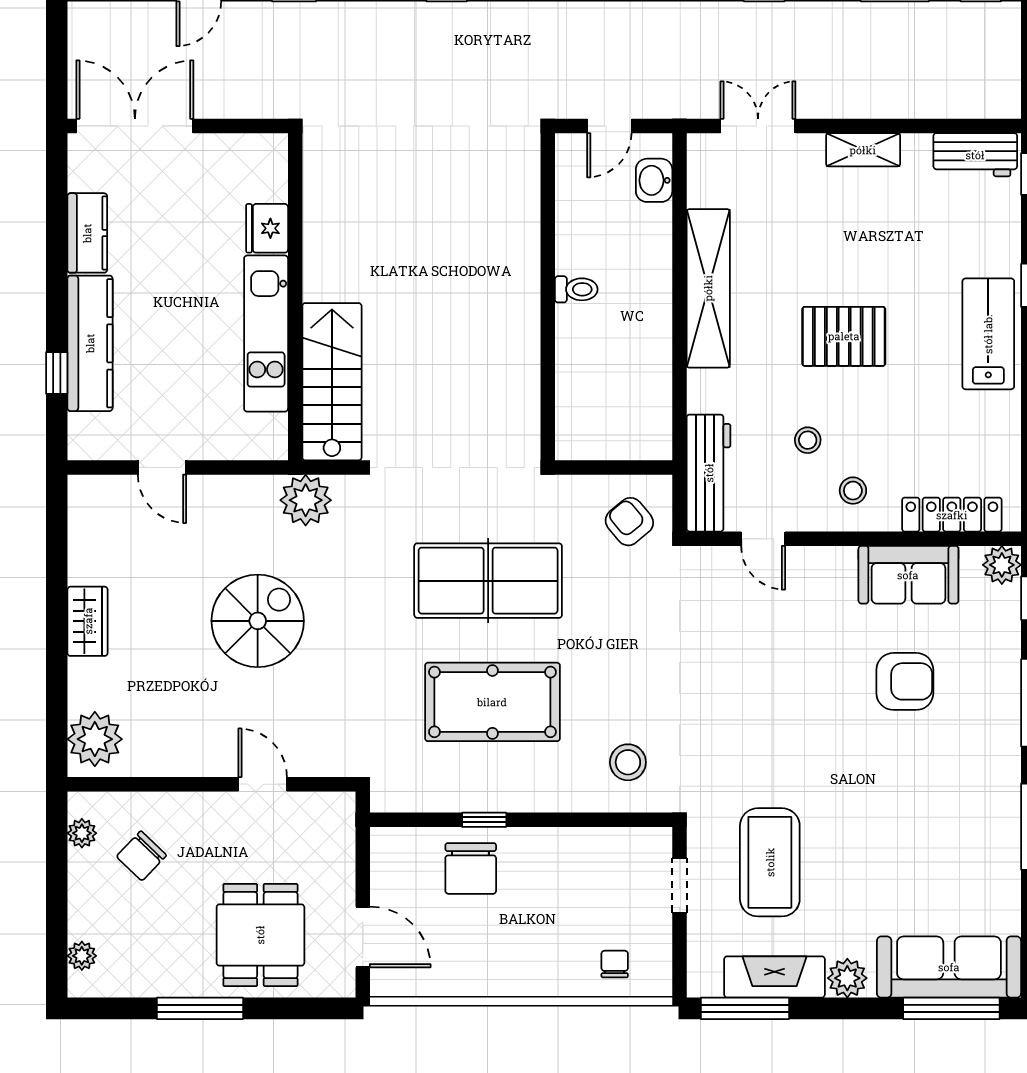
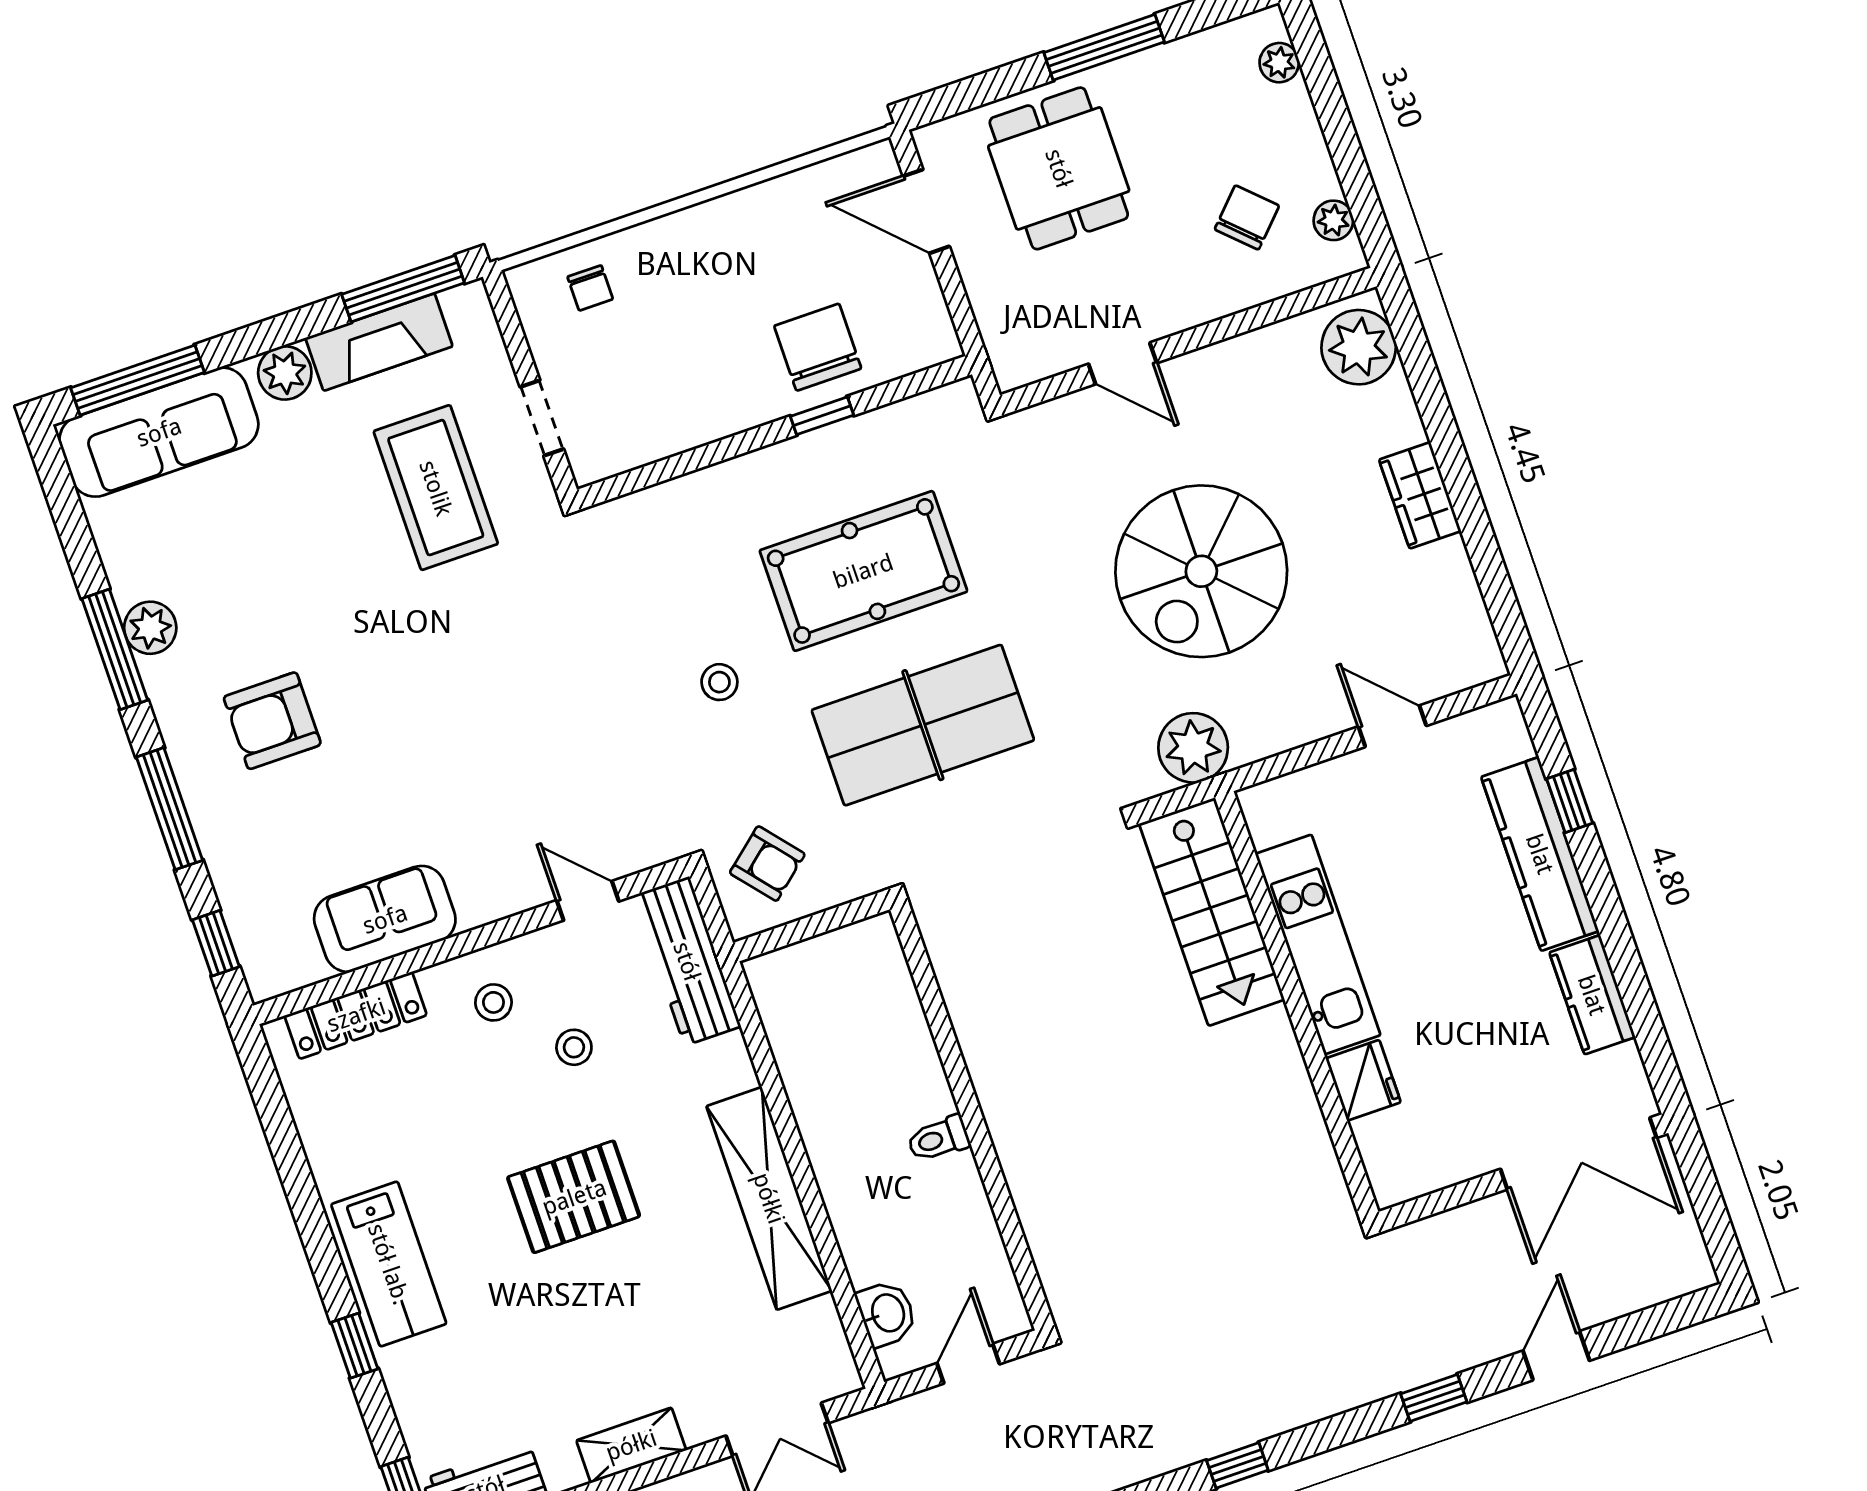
plant: (1002, 565) -> (150, 628), moved
spiral stairs: (258, 621) -> (1201, 571), width x1.37, depth x1.37
armchair: (905, 681) -> (272, 721), moved
stool: (628, 762) -> (719, 682), moved, width x0.73, depth x0.73

